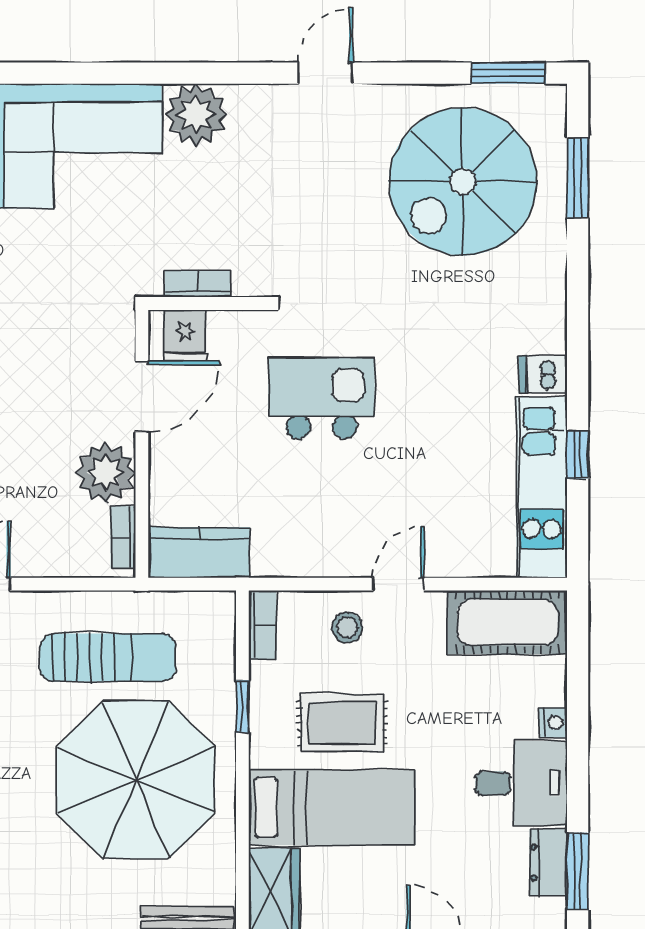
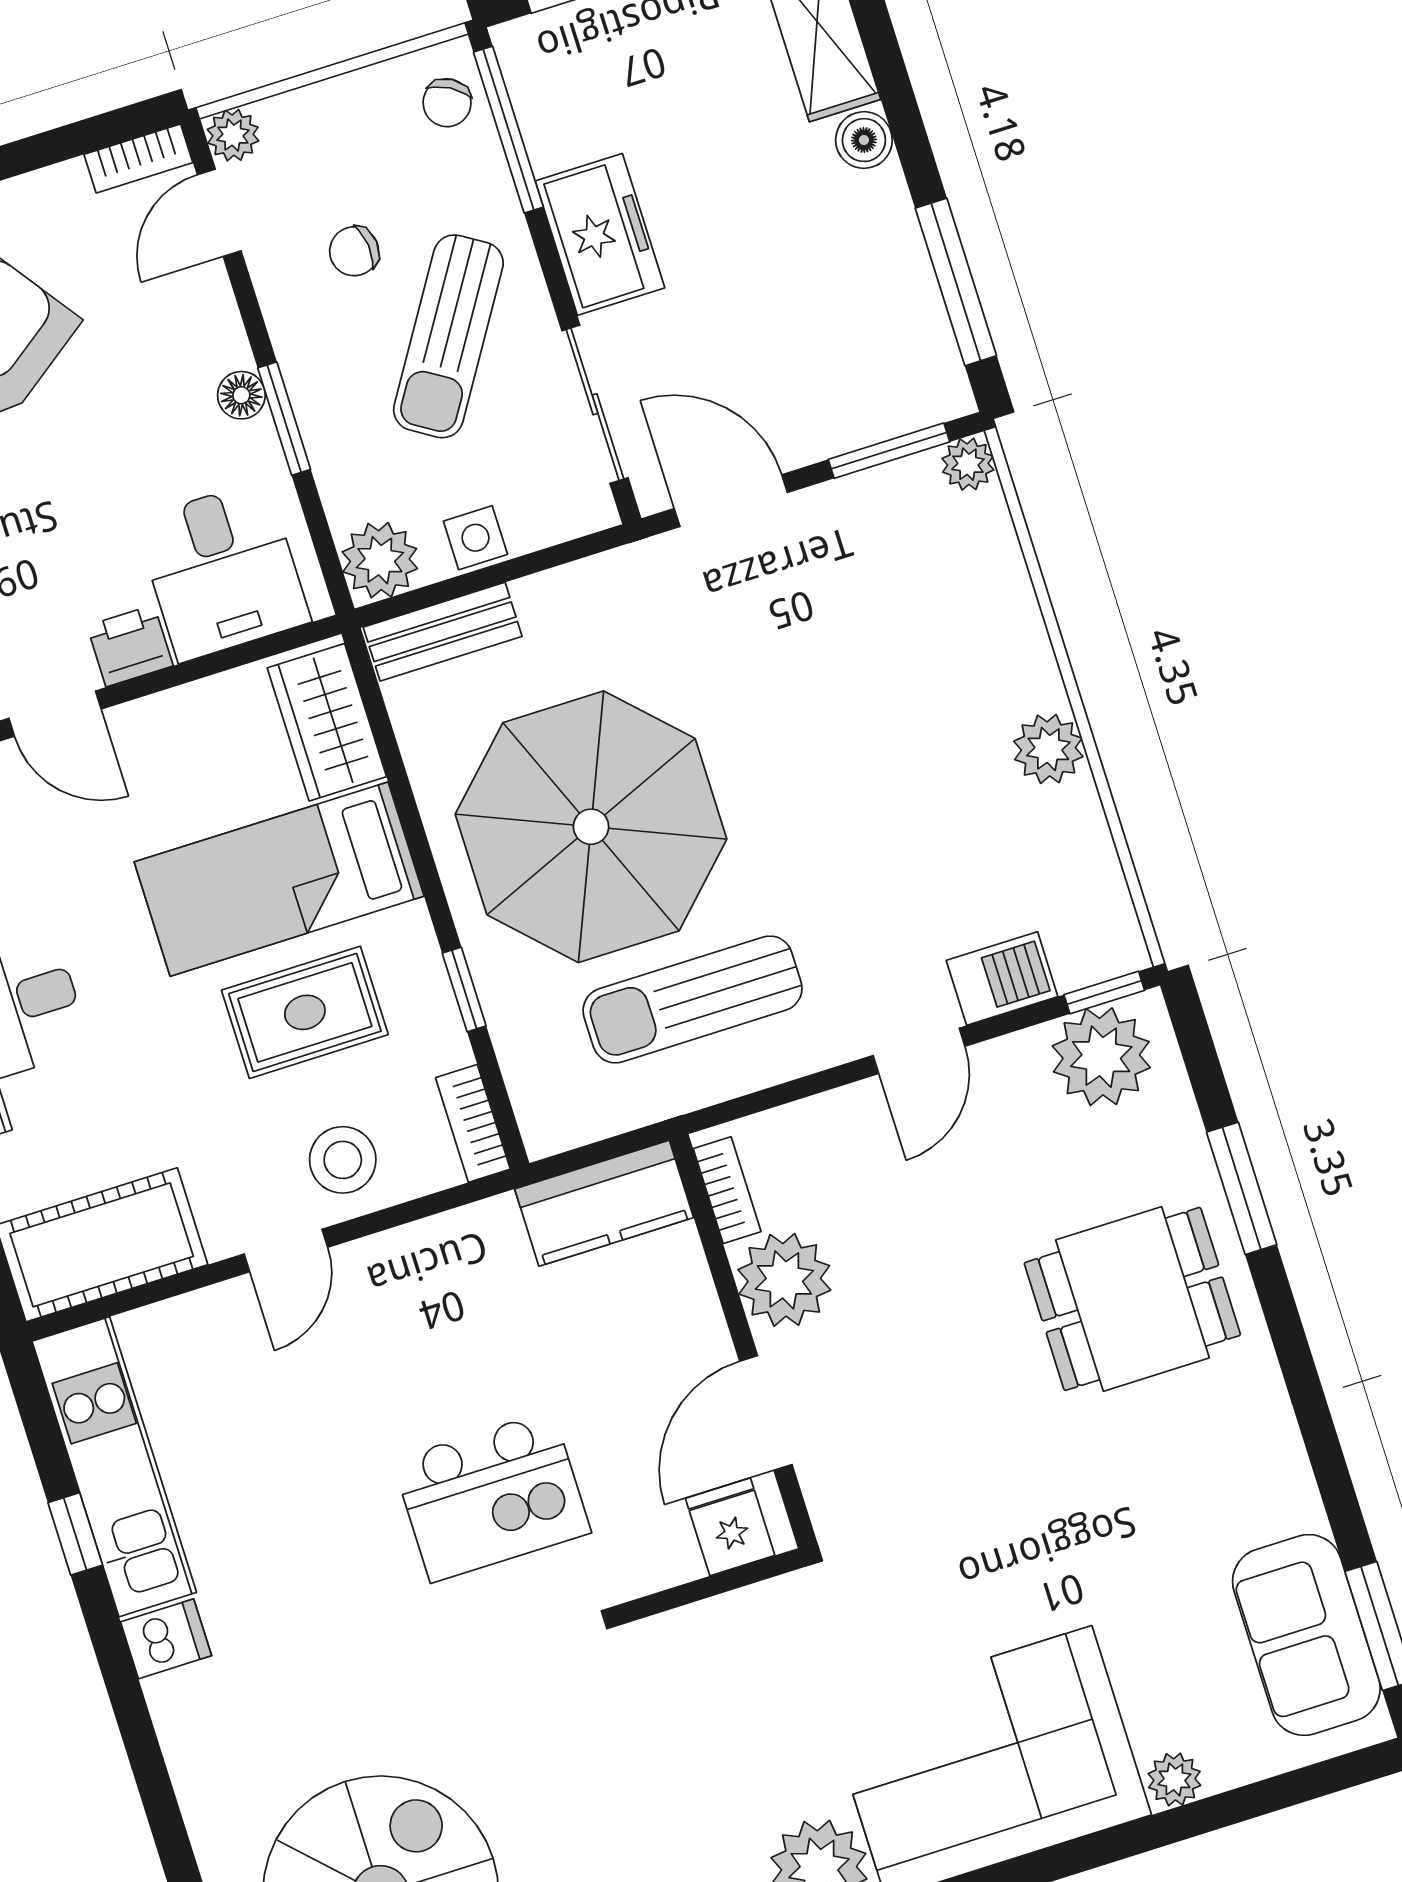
bookcase: (198, 284) -> (735, 1611), removed
stool: (347, 628) -> (343, 1160), width x1.37, depth x1.37

